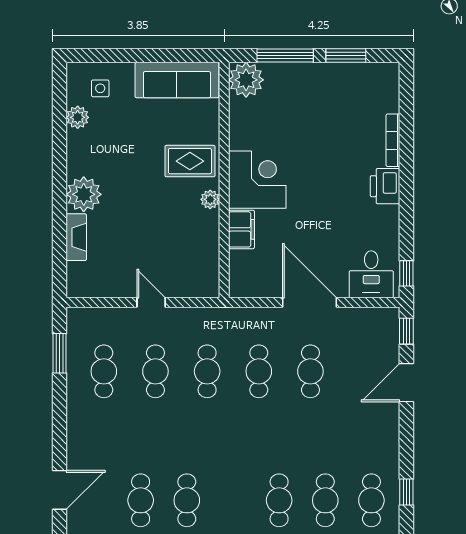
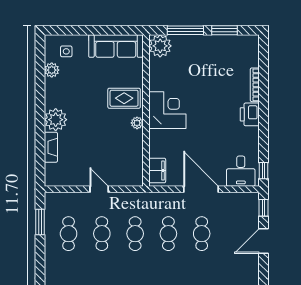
filing cabinet: (241, 229) -> (157, 170), moved

